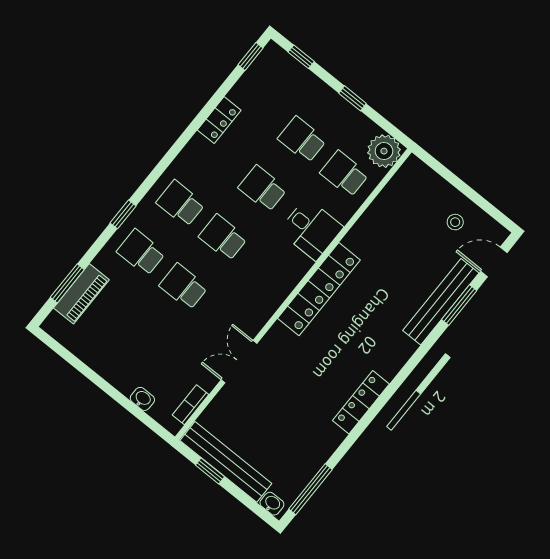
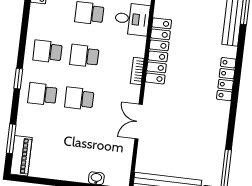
piano: (81, 294) -> (21, 156), moved
locker: (361, 402) -> (226, 79), moved
bookcase: (191, 405) -> (137, 71), moved

